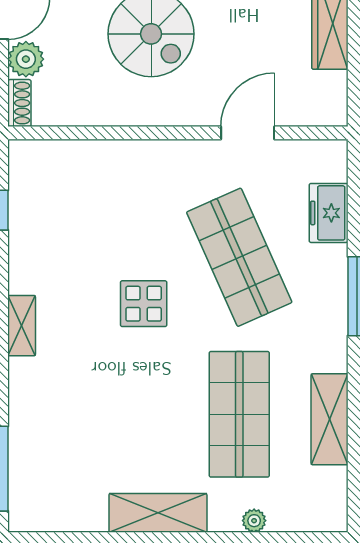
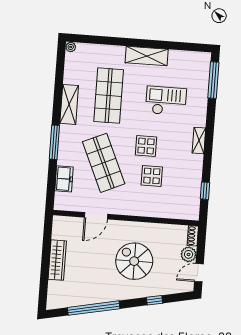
display table: (125, 235) -> (152, 176), added
checkout: (105, 412) -> (166, 101), added
shelving: (330, 419) -> (69, 104), moved
plant: (254, 521) -> (71, 47), moved

